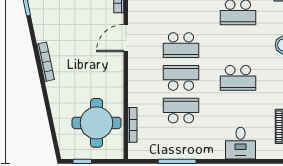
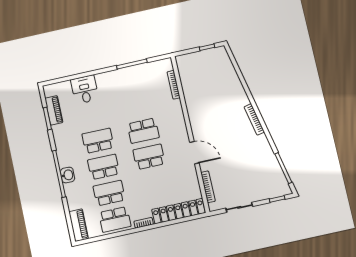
door: (126, 38) -> (194, 153), hinge flipped
school desk: (181, 111) -> (104, 167), moved, turned 180
round table: (97, 123) -> (203, 80), removed

